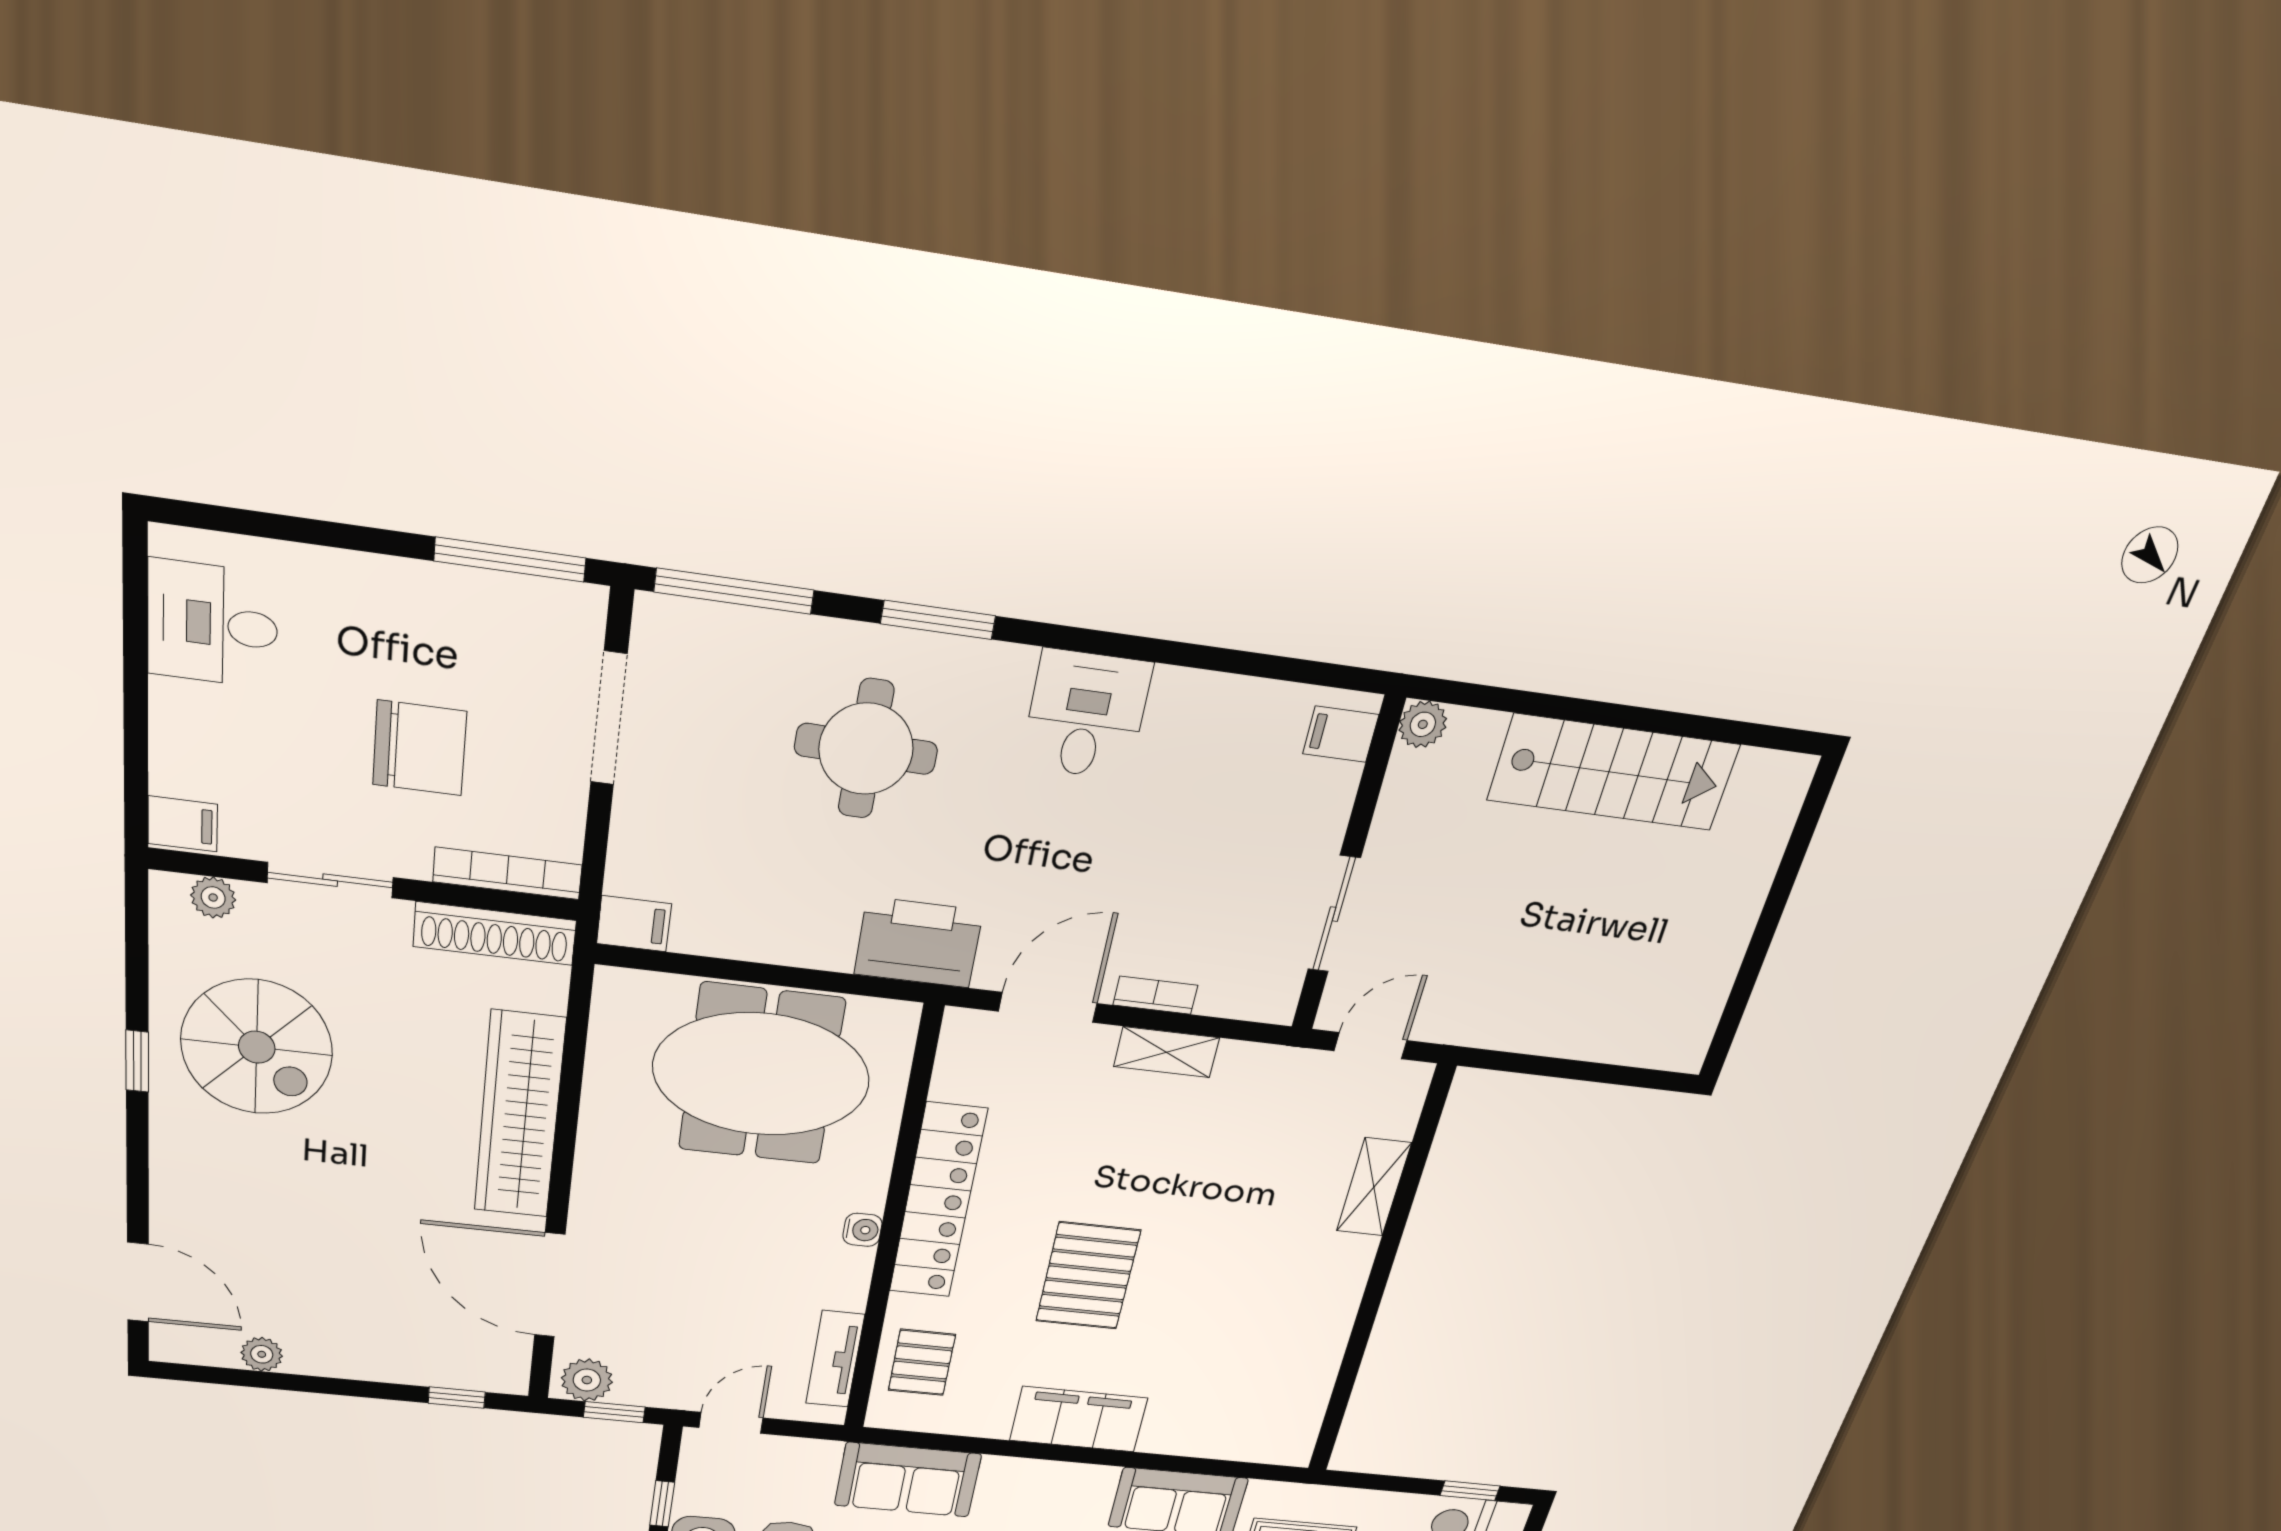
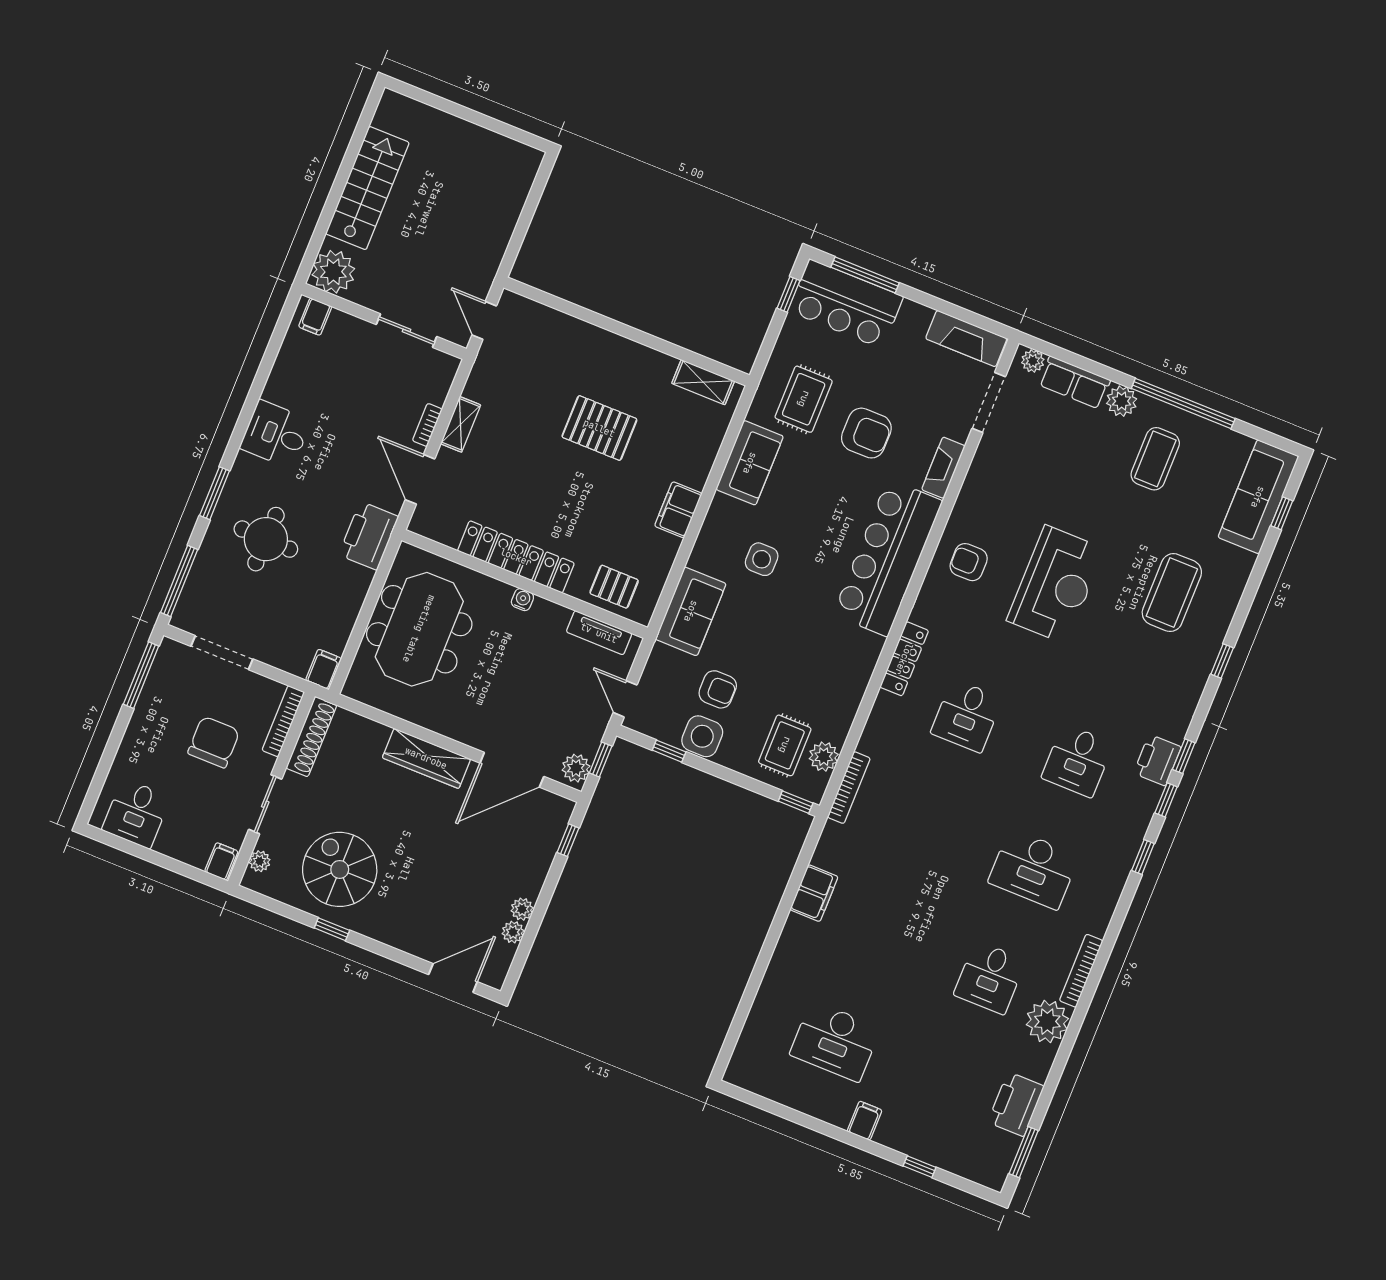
plant: (1423, 724) -> (333, 272), width x1.88, depth x1.88
spiral stairs: (257, 1047) -> (340, 869), turned -90
wardrobe: (520, 1115) -> (426, 758), width x0.71, depth x0.85
shelving: (1374, 1187) -> (703, 382), moved
pallet: (1088, 1276) -> (599, 428), moved
plant: (308, 1358) -> (522, 909), added
filing cabinet: (1079, 1419) -> (678, 510), width x0.67, depth x0.86

